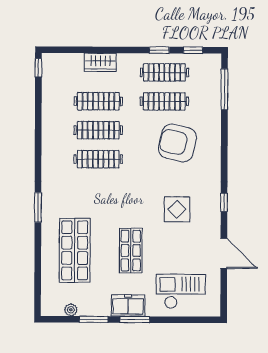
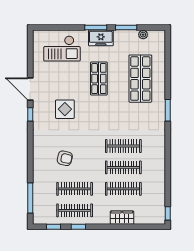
armchair: (177, 143) -> (65, 158), width x0.53, depth x0.53
door: (224, 253) -> (30, 89), moved

